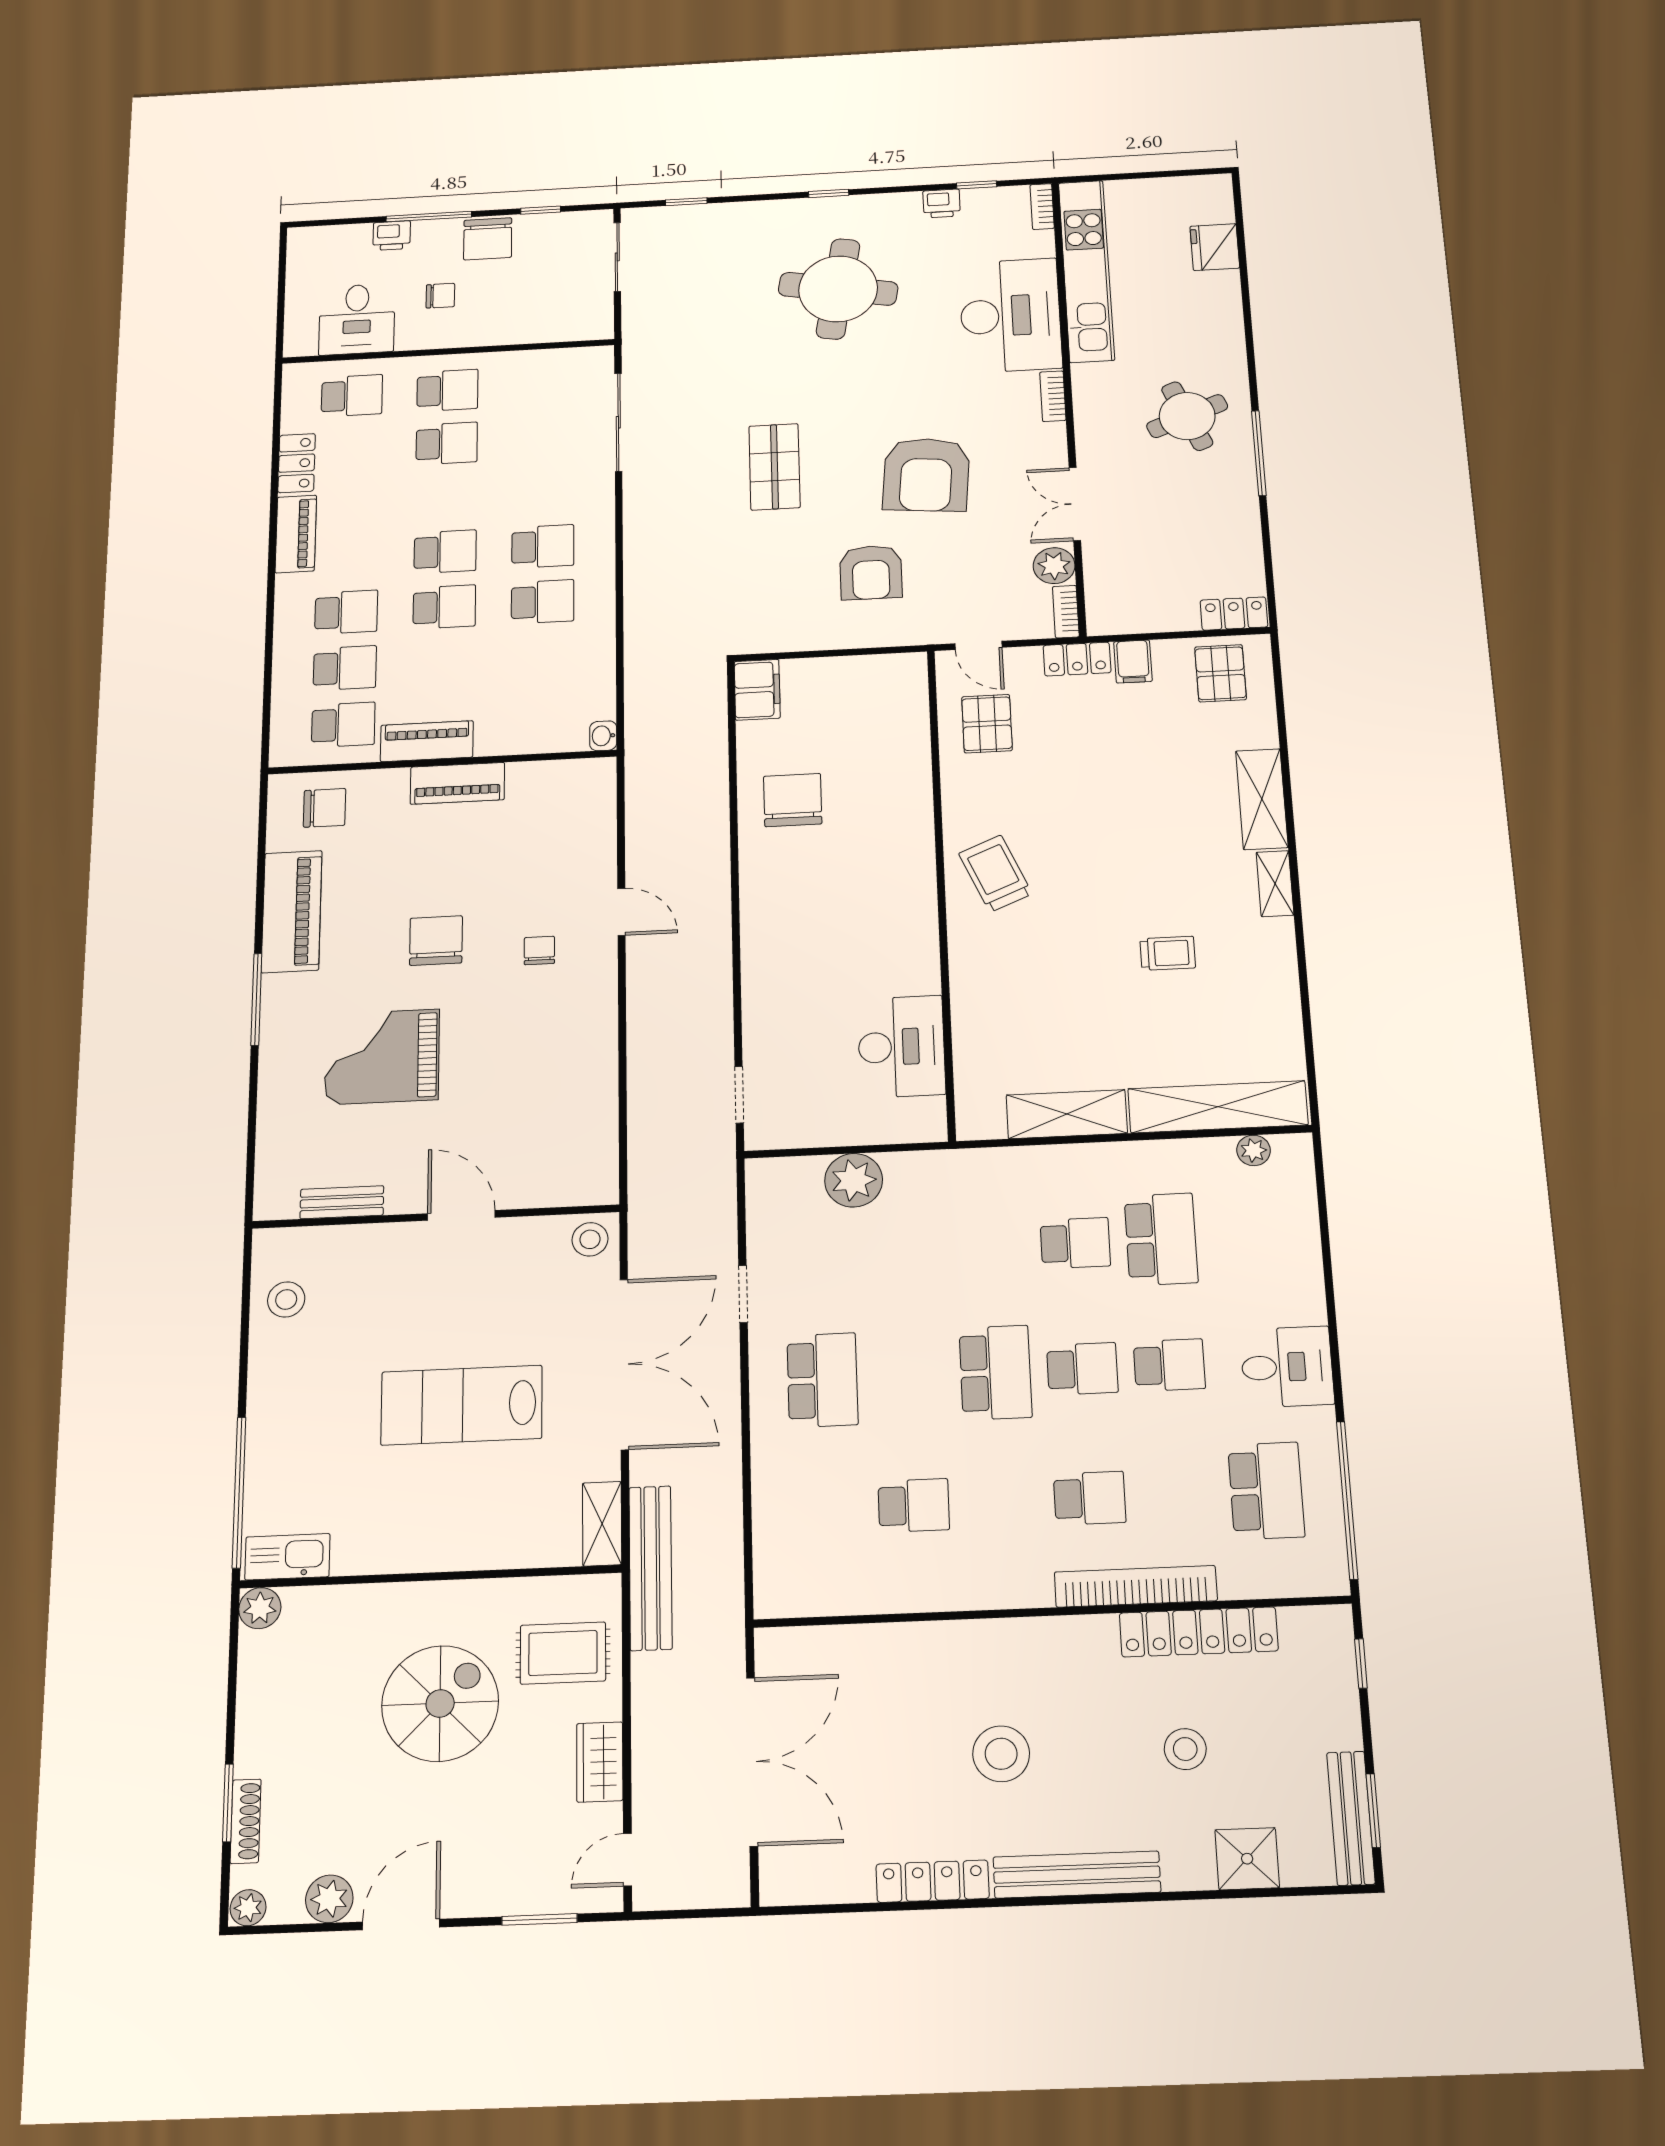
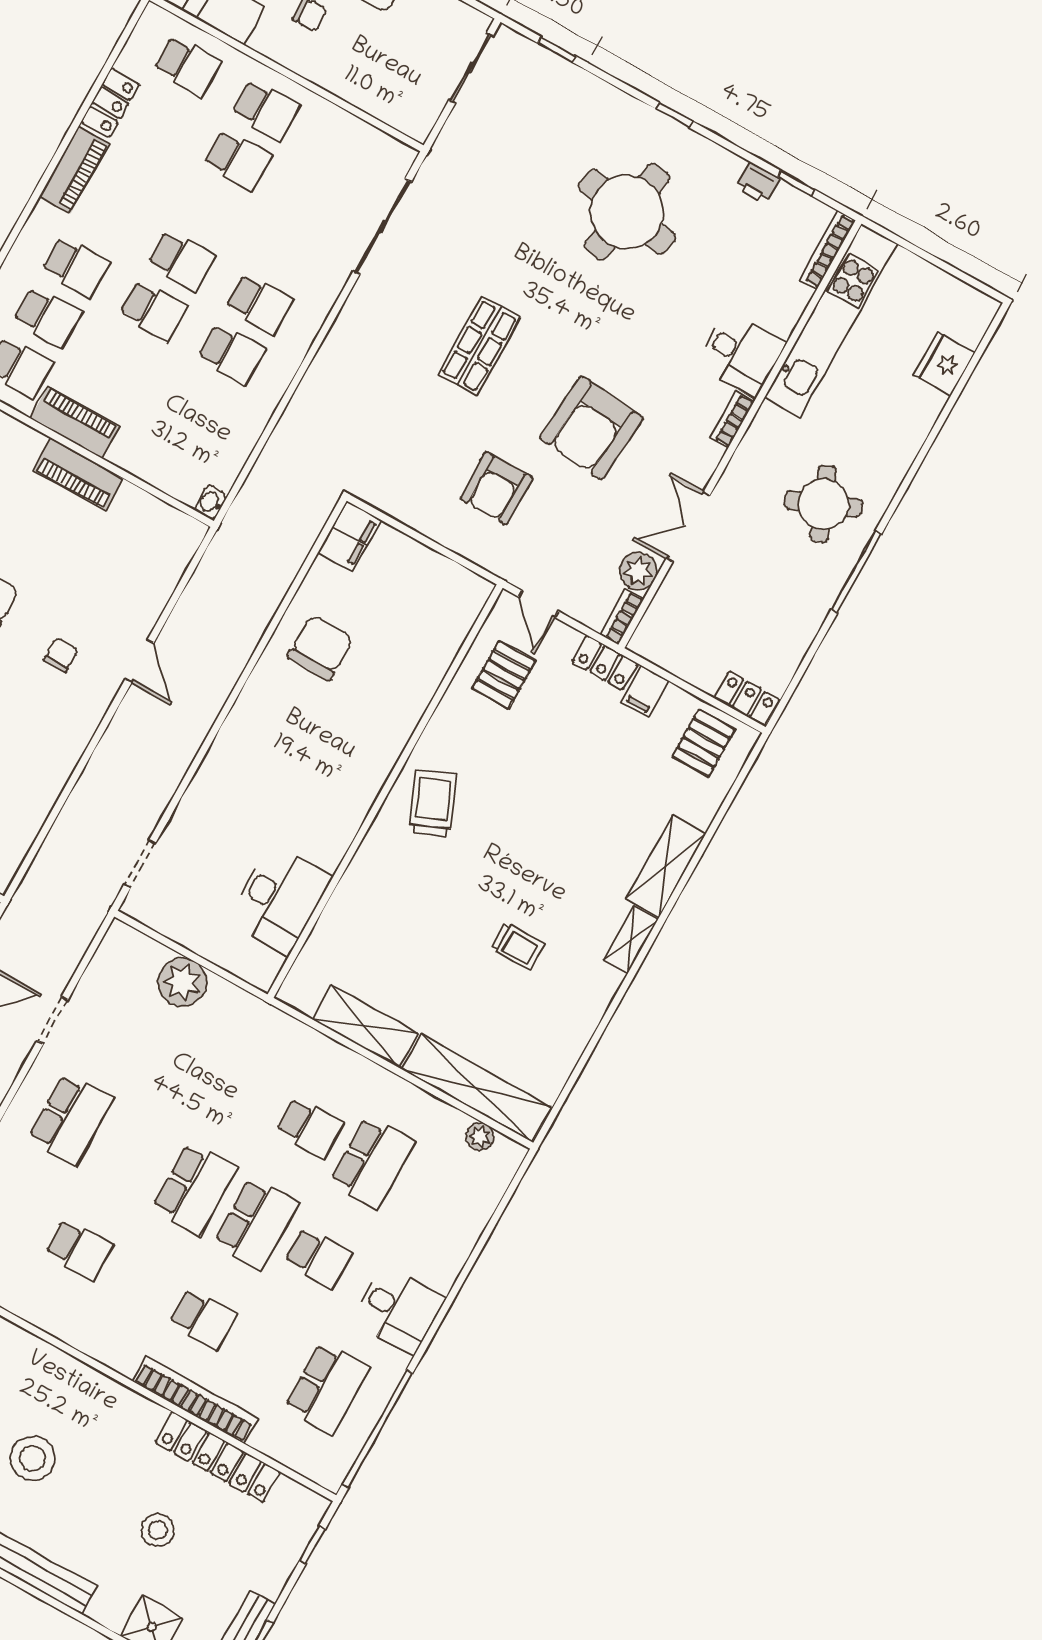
bookcase: (1042, 207) -> (828, 250), width x1.56
desk: (1010, 316) -> (741, 354), width x0.53, depth x0.77
school desk: (1082, 1369) -> (256, 1223), width x1.85

